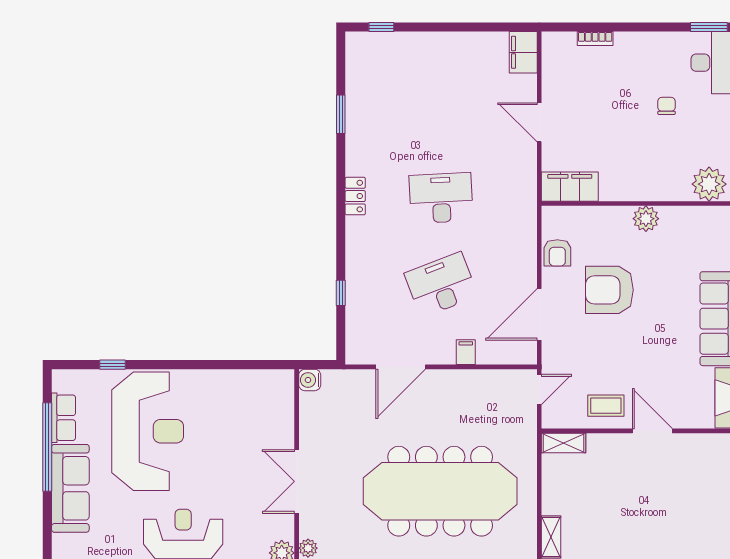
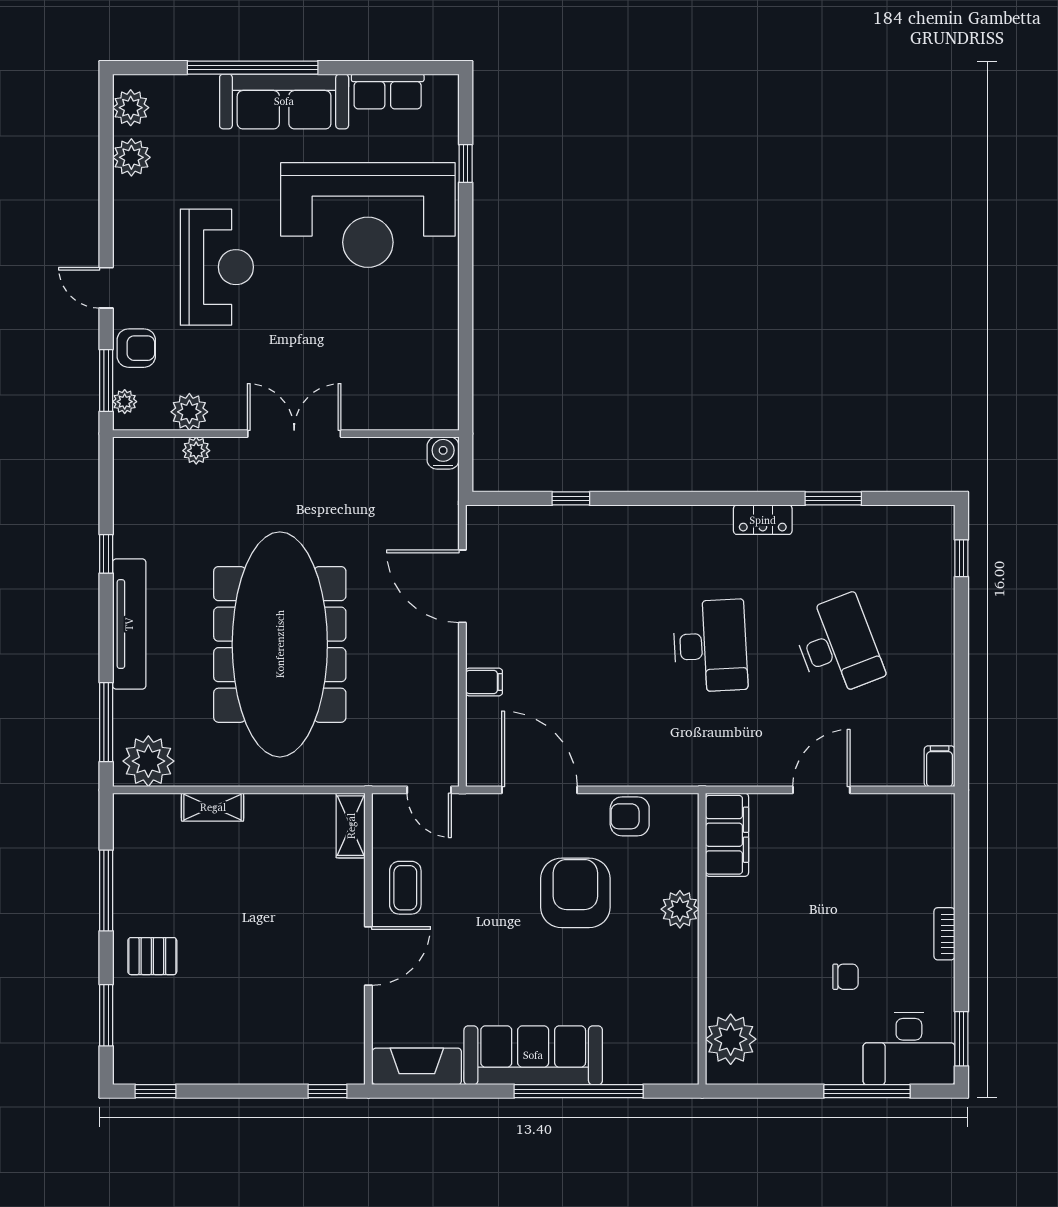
bookcase: (595, 39) -> (944, 934), moved
filing cabinet: (523, 52) -> (940, 766), width x0.50
locker: (355, 196) -> (763, 520), moved
plant: (646, 219) -> (680, 909), moved
desk: (441, 285) -> (838, 646), moved
window: (47, 447) -> (253, 68), moved

